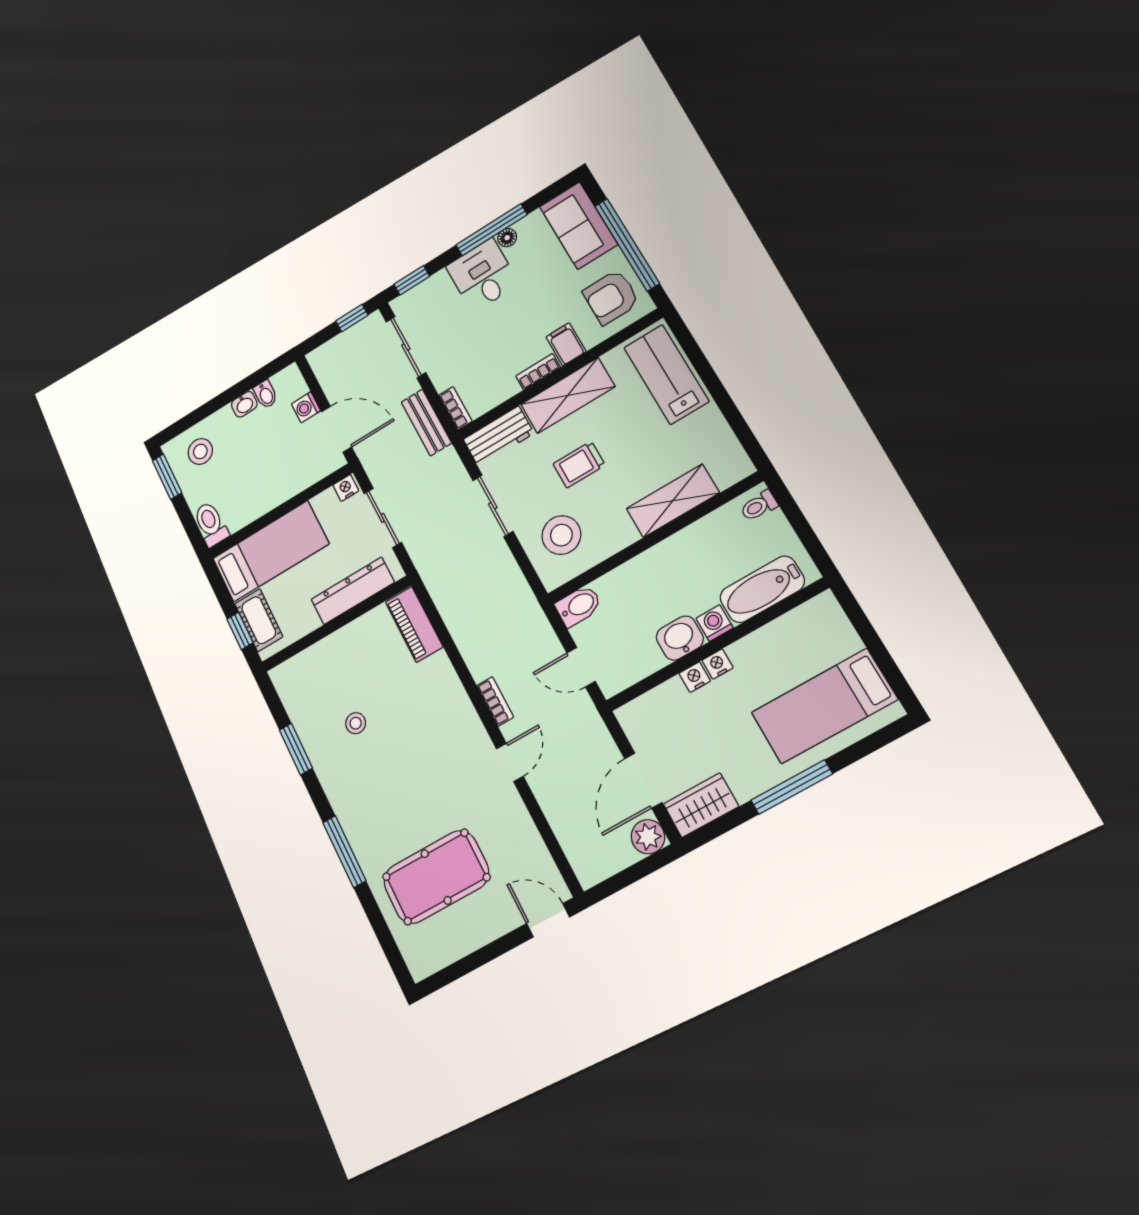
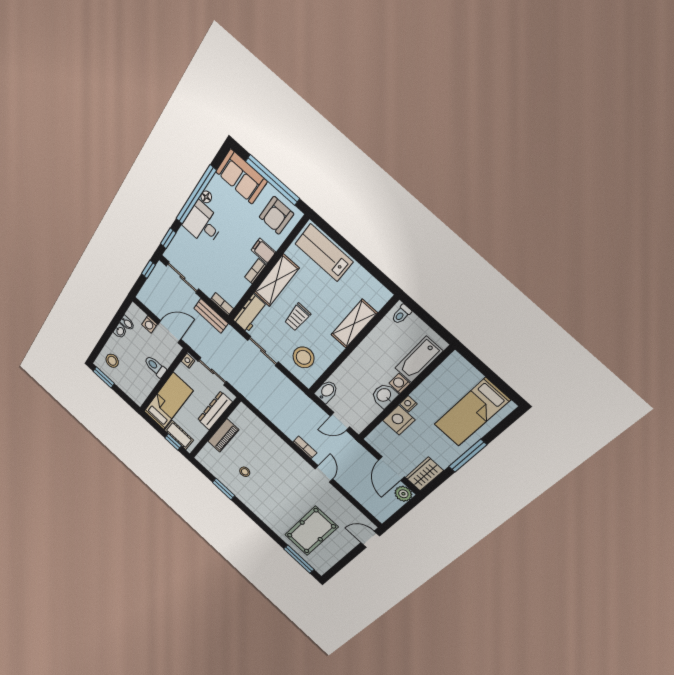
window: (491, 230) -> (196, 195), width x1.46
toilet: (211, 524) -> (155, 367), moved
piano: (414, 624) -> (223, 435), moved, turned -90
nightstand: (695, 677) -> (399, 420), width x1.89, depth x1.79
window: (344, 852) -> (299, 559), moved

